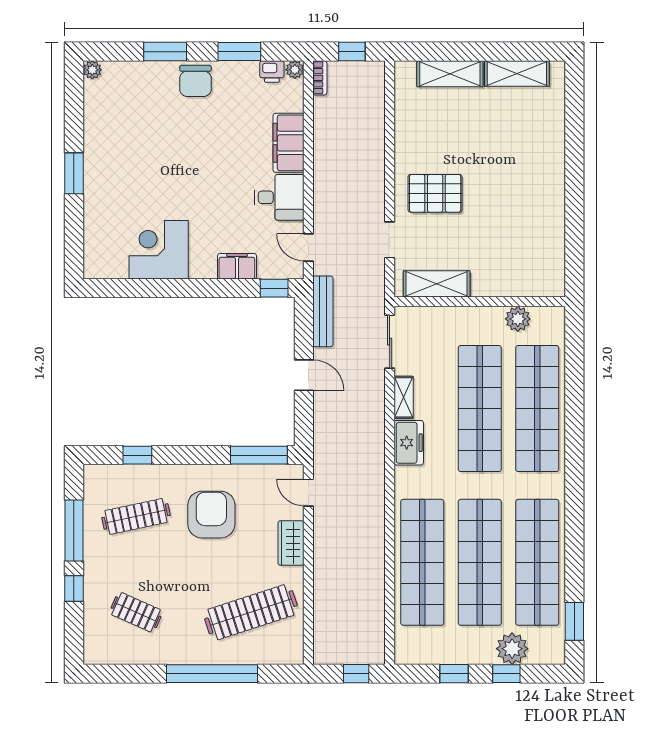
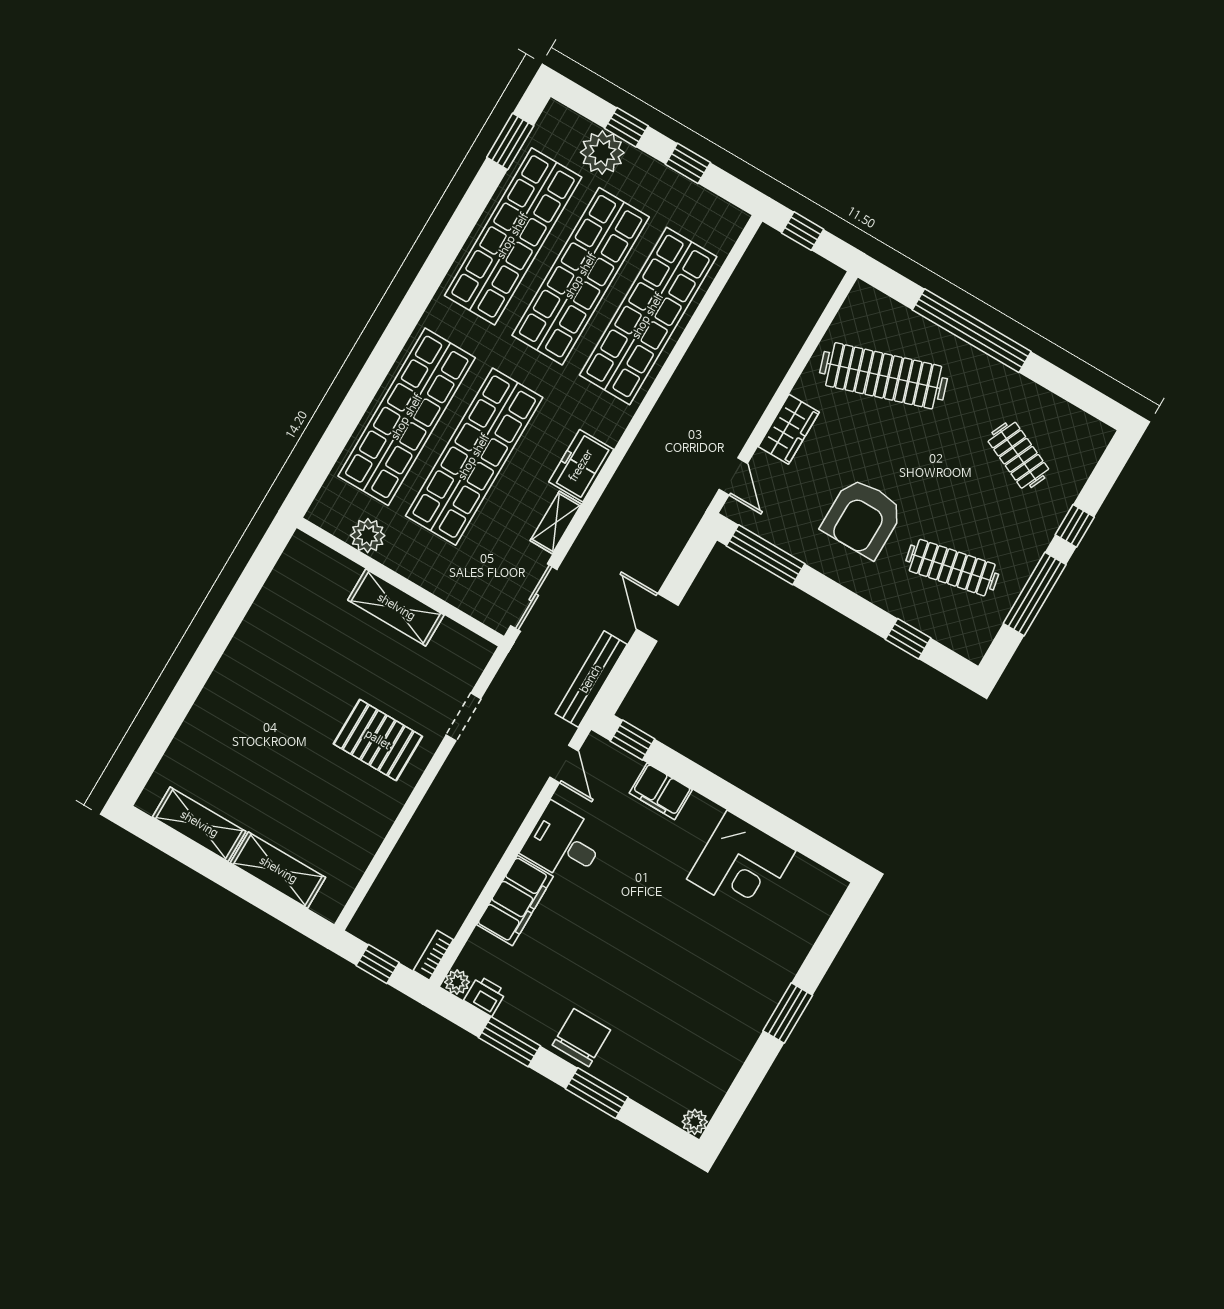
shelving: (437, 284) -> (396, 607), moved

